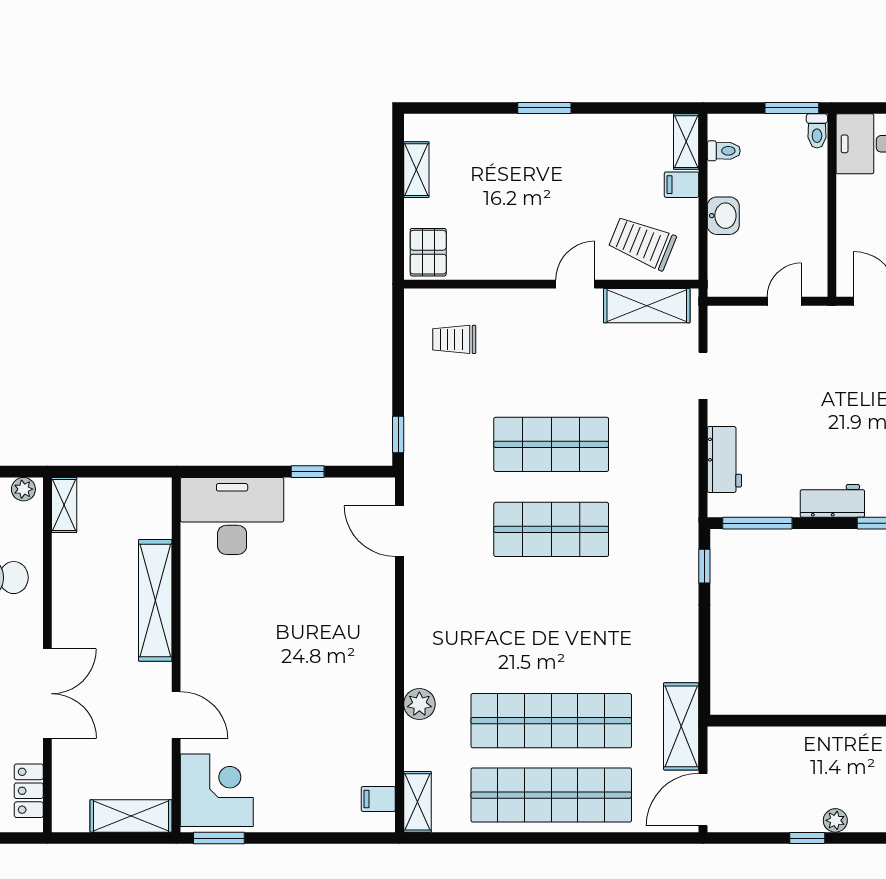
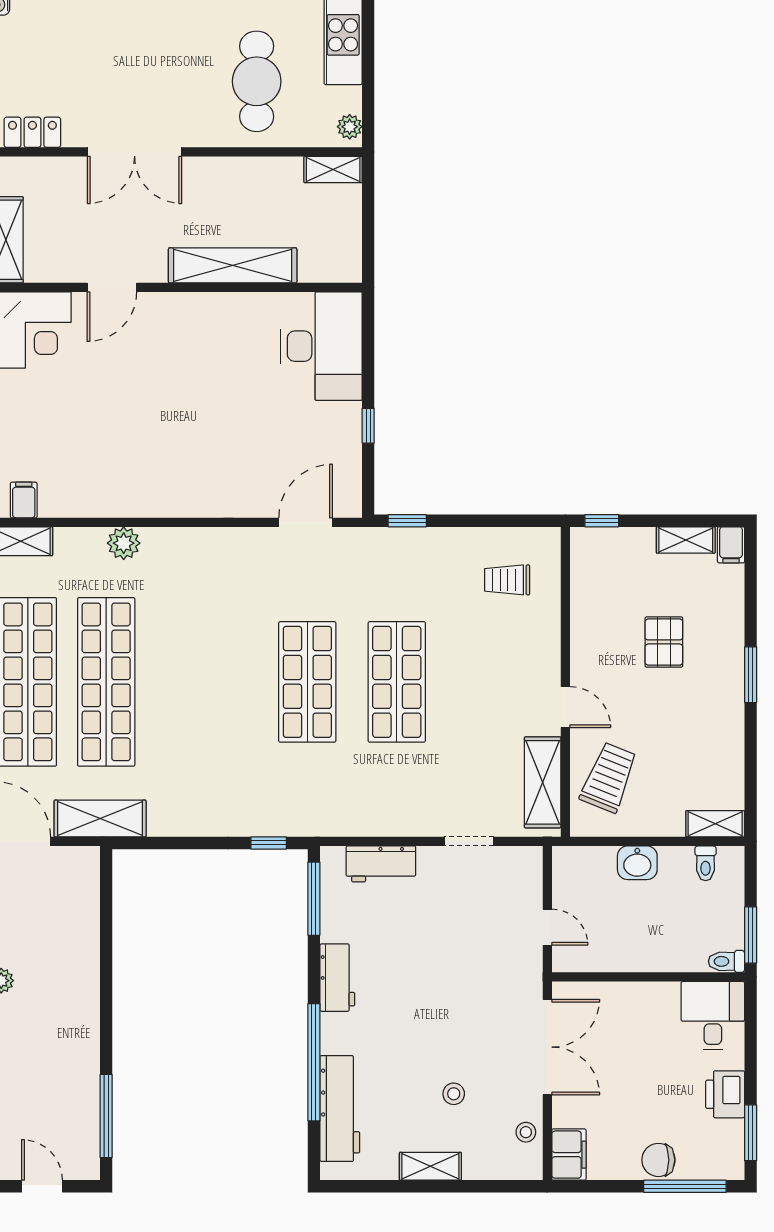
filing cabinet: (682, 185) -> (731, 545), moved, turned 180
window: (398, 250) -> (602, 521), added
pallet: (428, 252) -> (664, 642), moved, turned 90
trolley: (454, 339) -> (507, 580), turned -90

